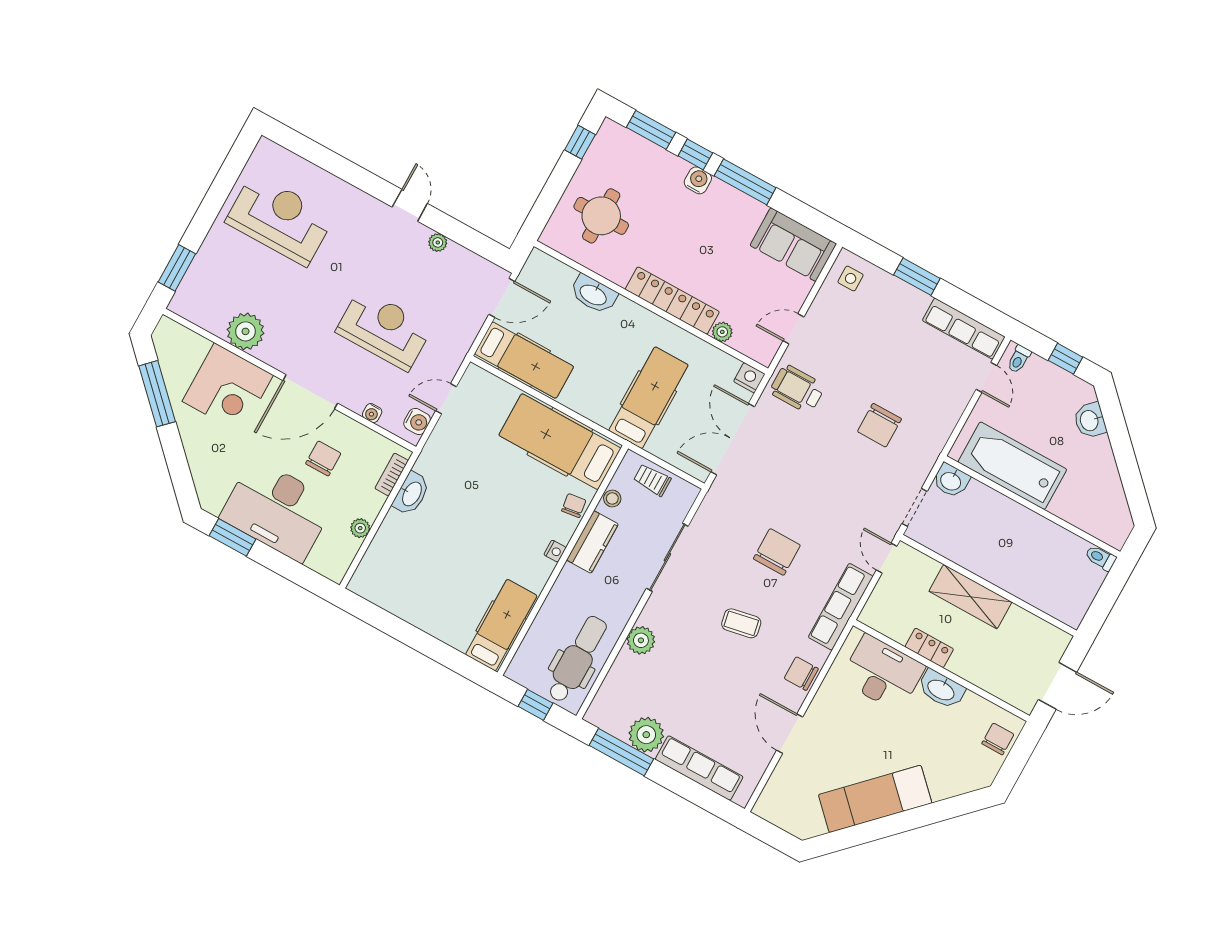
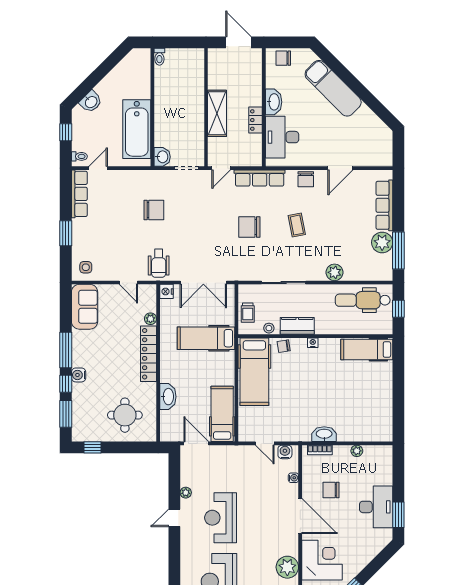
reception desk: (384, 329) -> (220, 518), moved
desk: (277, 510) -> (376, 507), width x0.73, depth x0.77
exam couch: (875, 799) -> (333, 88), moved

